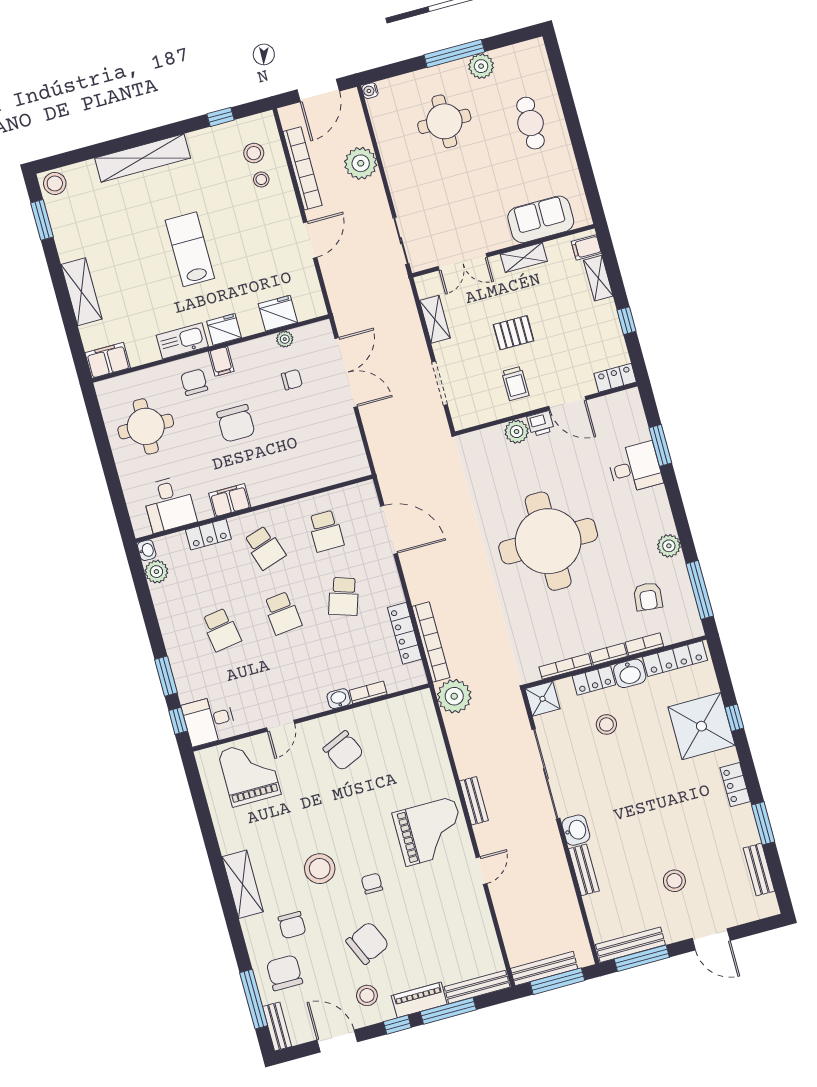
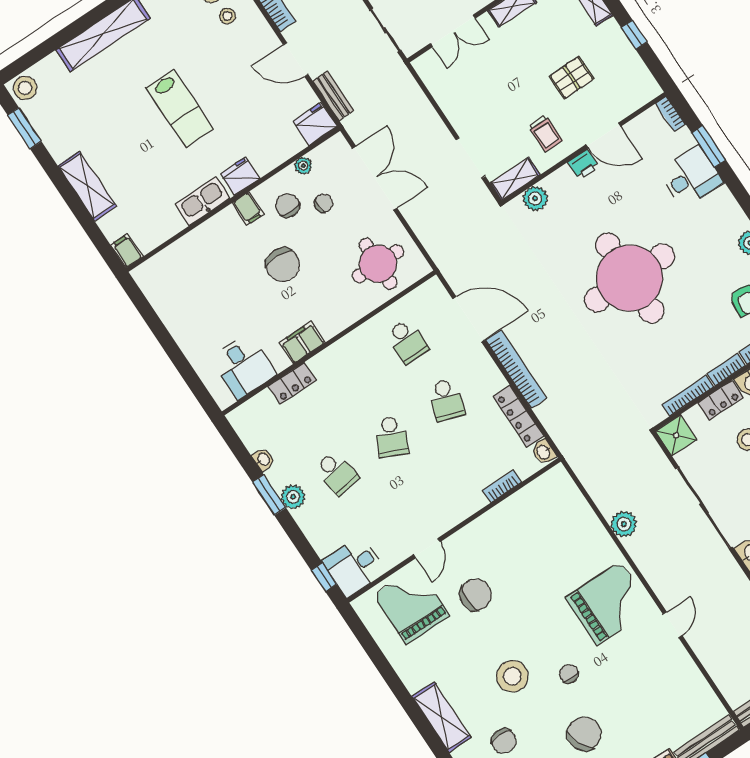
door: (310, 240) -> (296, 59), swing flipped
lab bench: (190, 249) -> (180, 108), turned 180
fridge: (278, 313) -> (315, 124), moved
shelving: (435, 319) -> (515, 179), moved, turned 90
pallet: (514, 333) -> (572, 78), moved
filing cabinet: (108, 360) -> (127, 251), width x0.50
locker: (615, 378) -> (642, 95), removed
chair: (194, 382) -> (288, 206), moved
bookcase: (636, 404) -> (671, 114), added
round table: (146, 426) -> (378, 264), moved
plant: (517, 432) -> (535, 198), moved
school desk: (265, 548) -> (352, 378), removed
washbasin: (147, 550) -> (263, 459), moved
plant: (156, 572) -> (293, 497), moved
school desk: (282, 613) -> (391, 437), turned 30
bookcase: (431, 642) -> (516, 369), moved
window: (166, 676) -> (269, 495), moved
plant: (454, 696) -> (624, 524), moved, width x0.73, depth x0.73
washbasin: (339, 699) -> (544, 452), moved, turned -90
chair: (343, 751) -> (476, 595), moved, turned -66
bench: (474, 801) -> (333, 96), moved

